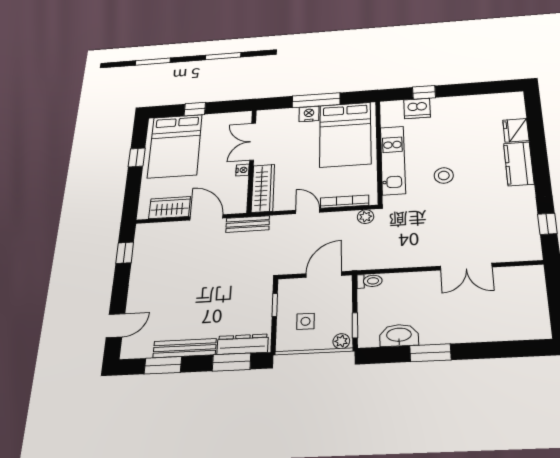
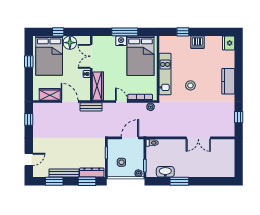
dishwasher: (417, 108) -> (197, 42), moved
floor lamp: (215, 124) -> (70, 43), added
fridge: (516, 130) -> (229, 43), moved

